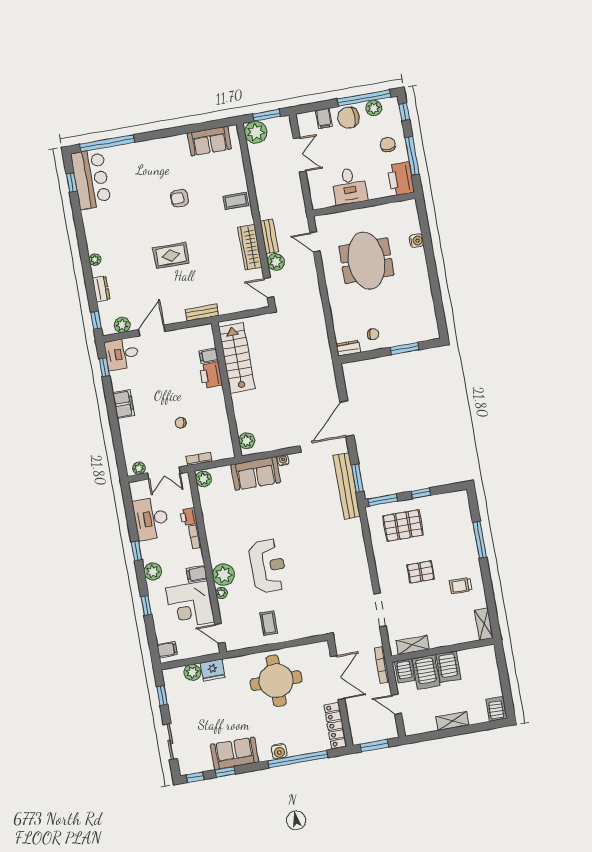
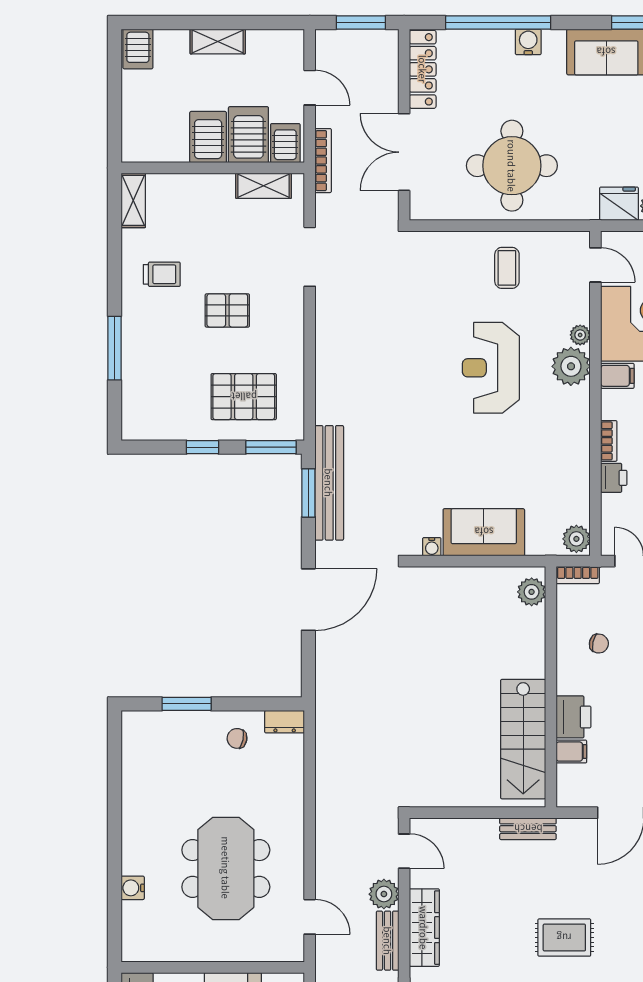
filing cabinet: (209, 356) -> (571, 752), moved
stairs: (237, 358) -> (523, 739), moved
printer: (211, 375) -> (573, 717), moved
wall: (226, 390) -> (551, 687), moved
plant: (247, 441) -> (532, 592), moved

